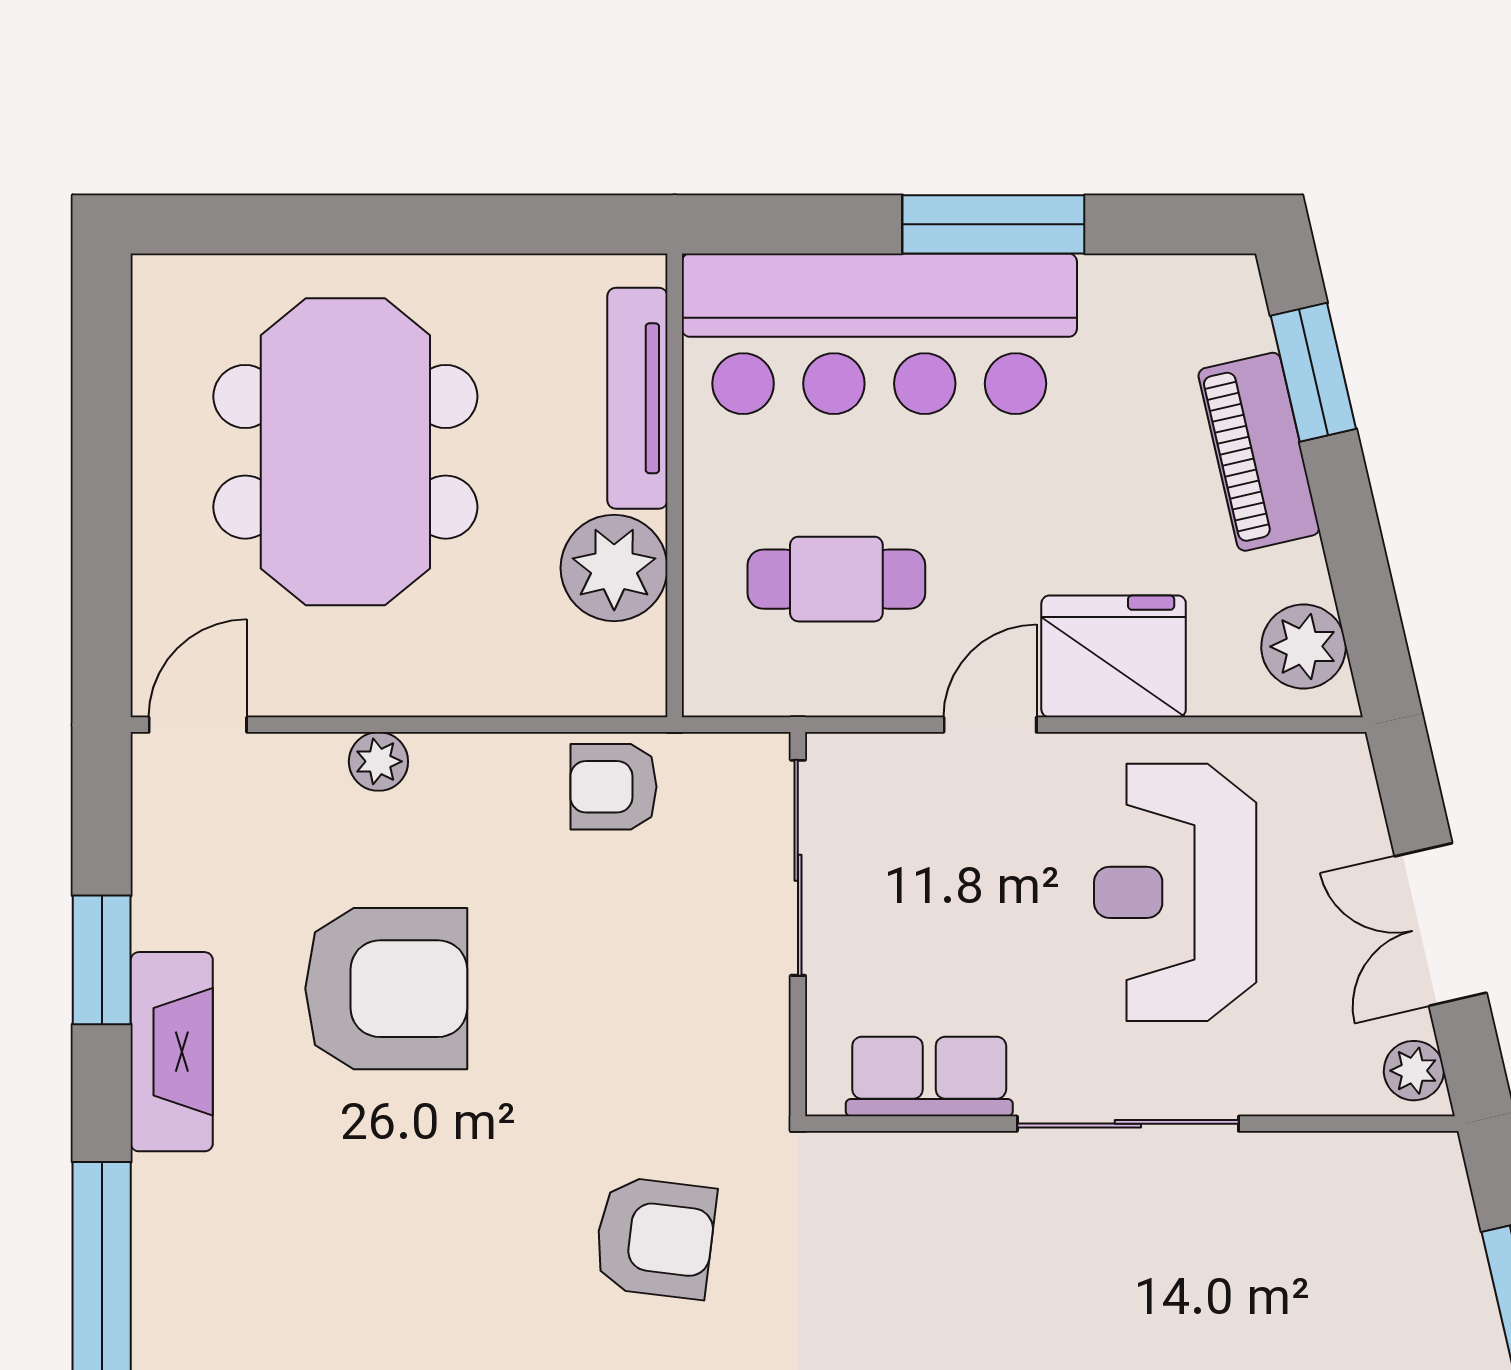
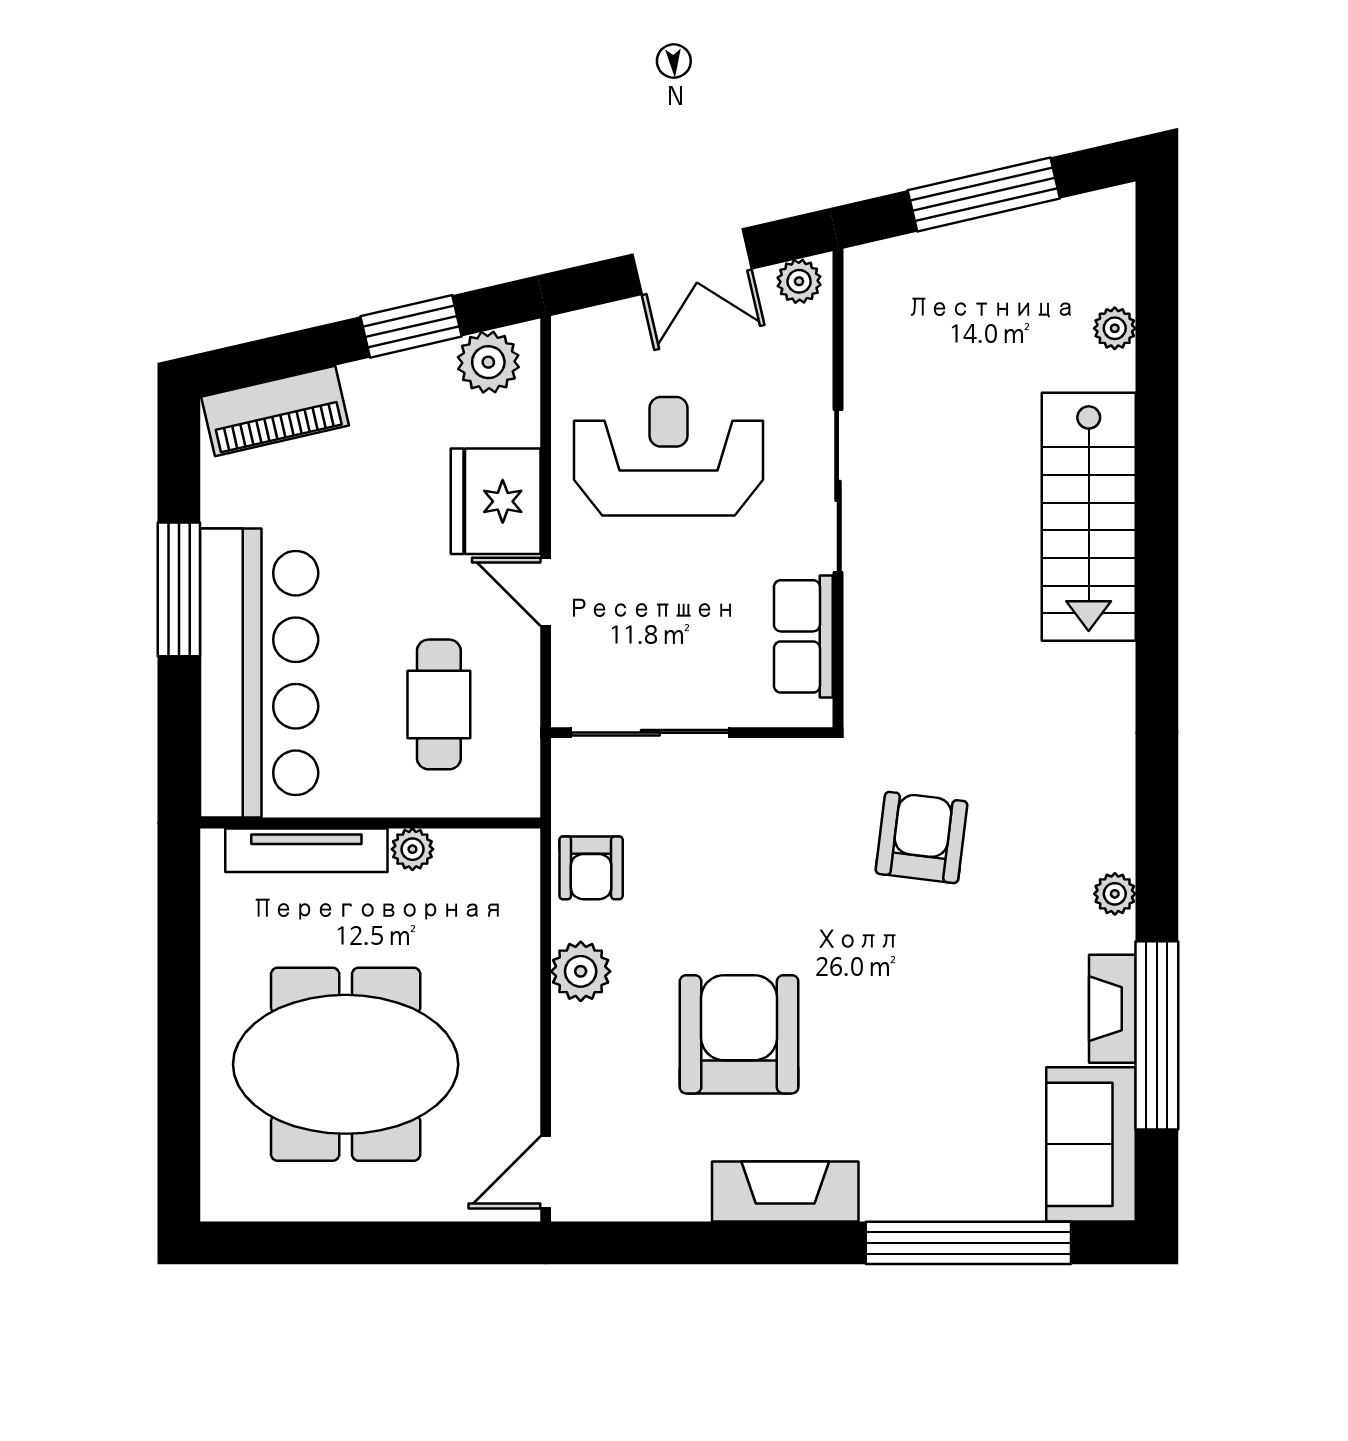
window: (1313, 372) -> (411, 326), moved
piano: (1259, 452) -> (275, 411), moved
plant: (614, 568) -> (412, 849), width x0.53, depth x0.53
door: (198, 725) -> (546, 1172), hinge flipped
plant: (378, 761) -> (581, 971), moved, width x1.38, depth x1.38
reception desk: (1175, 892) -> (668, 456), turned 180
window: (102, 960) -> (718, 1243), removed

